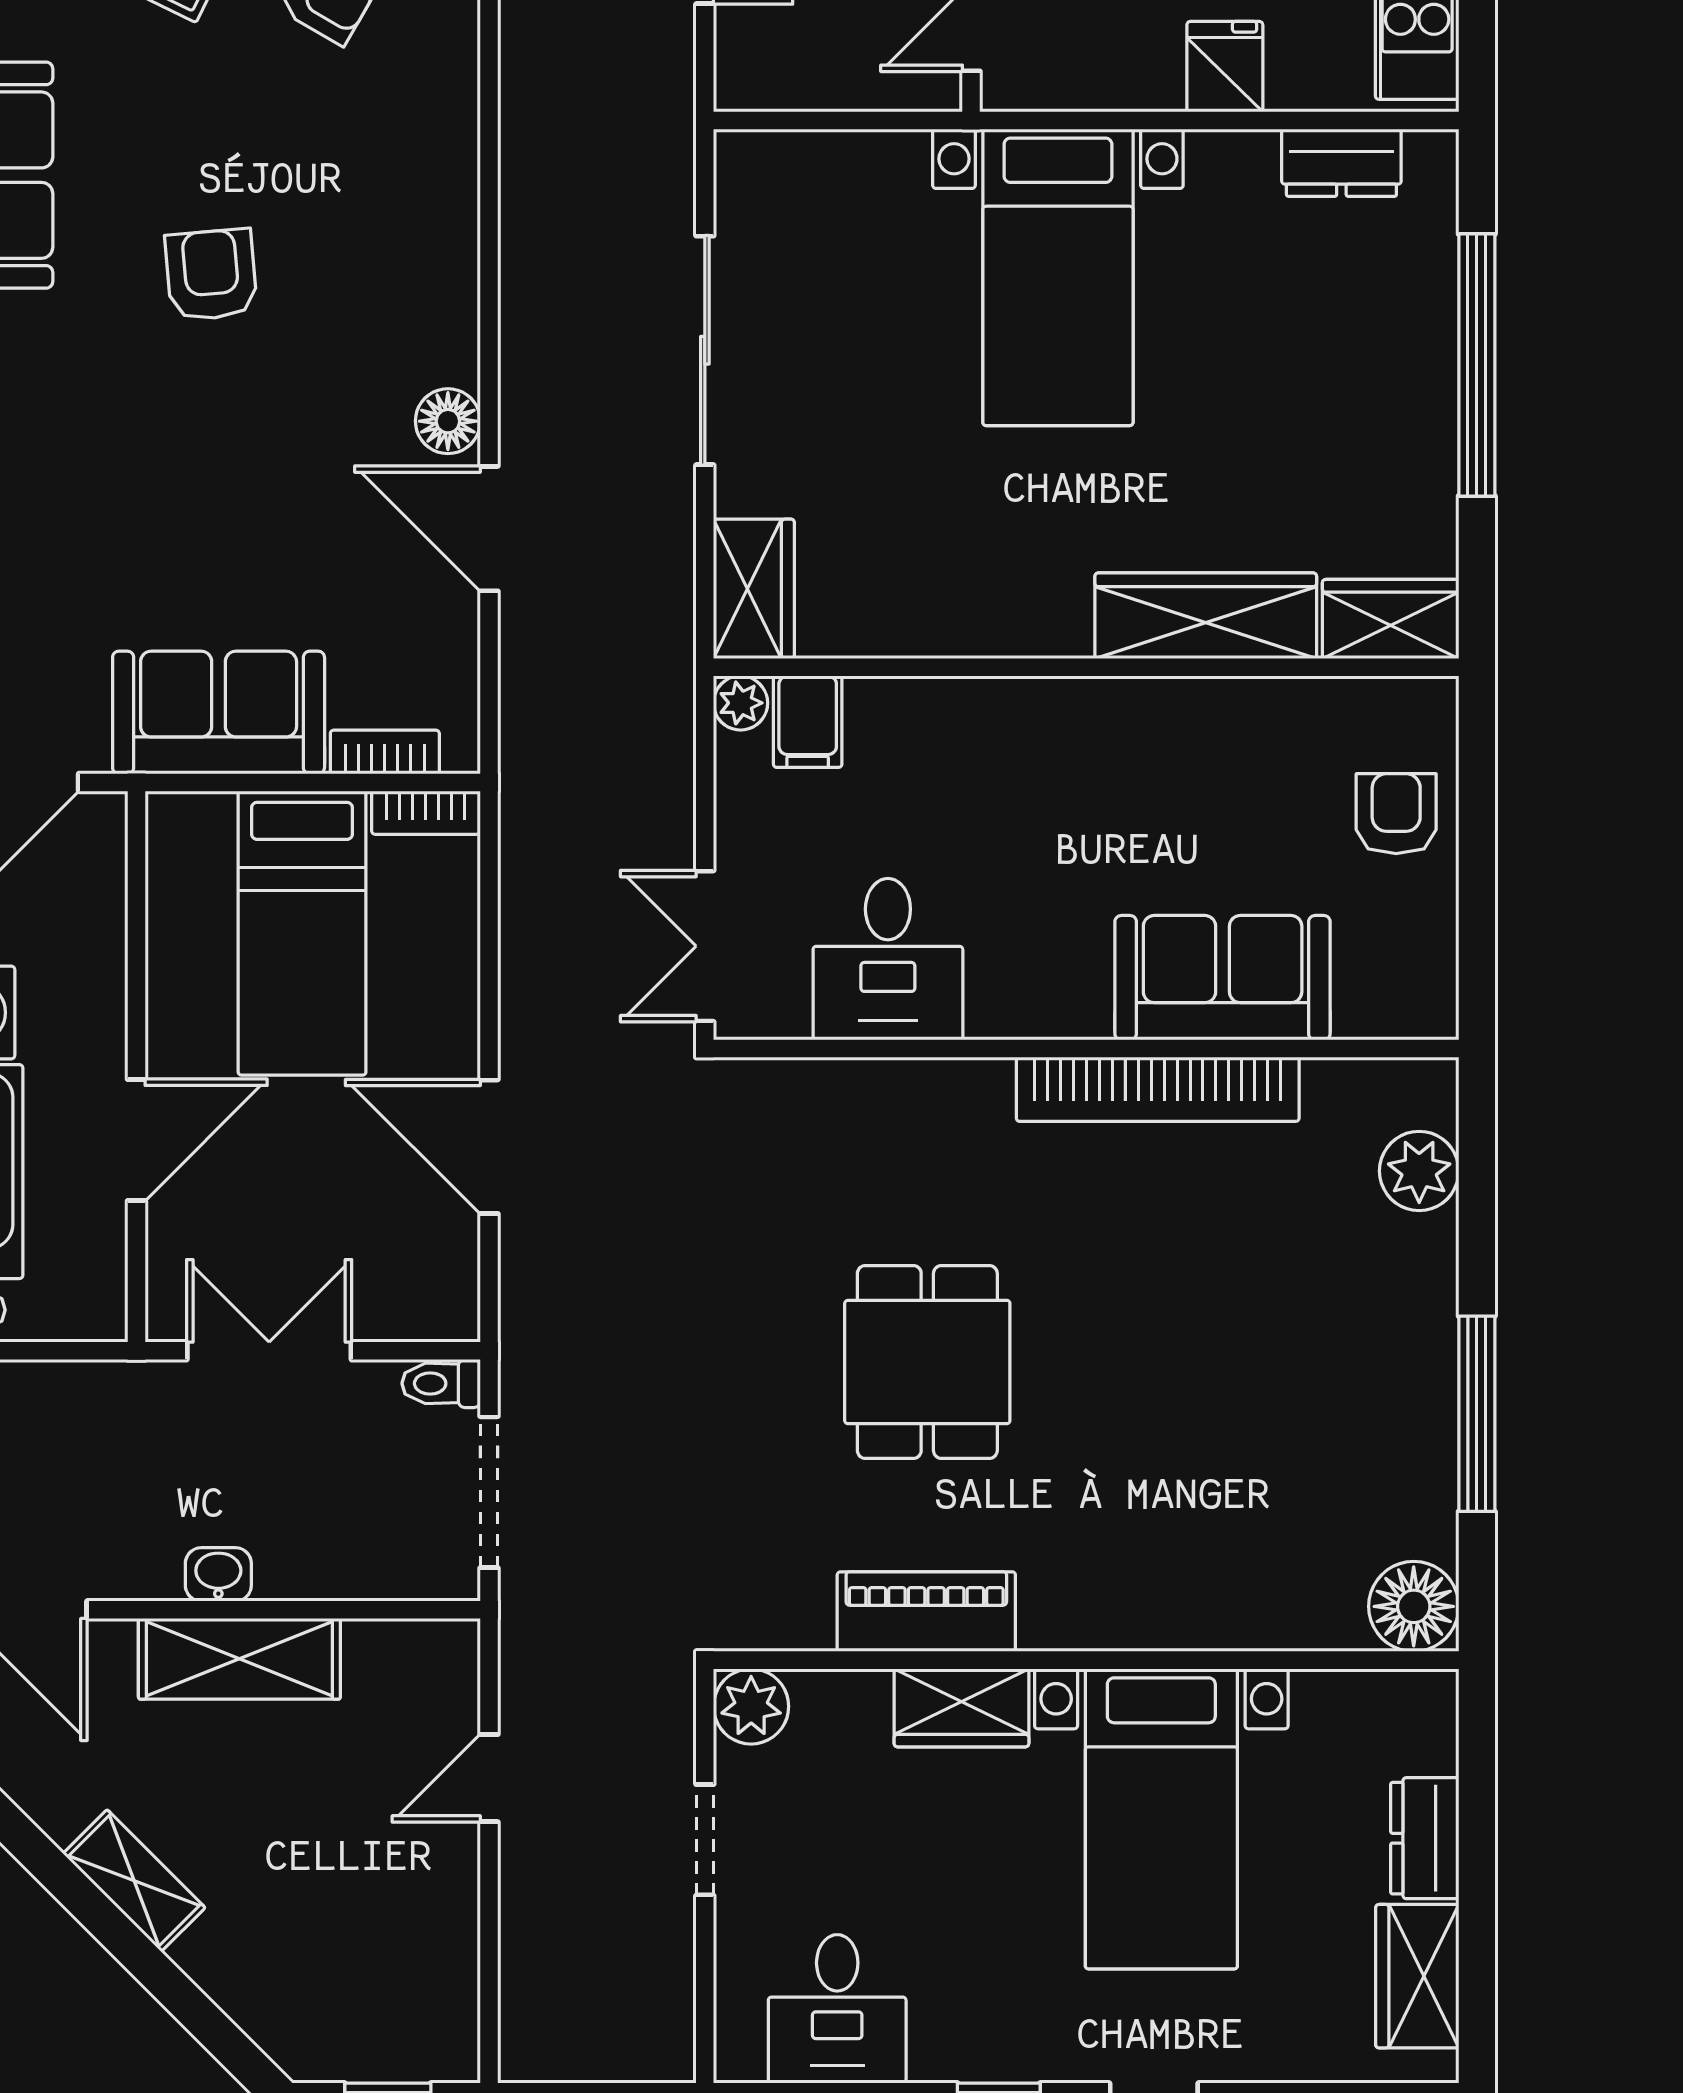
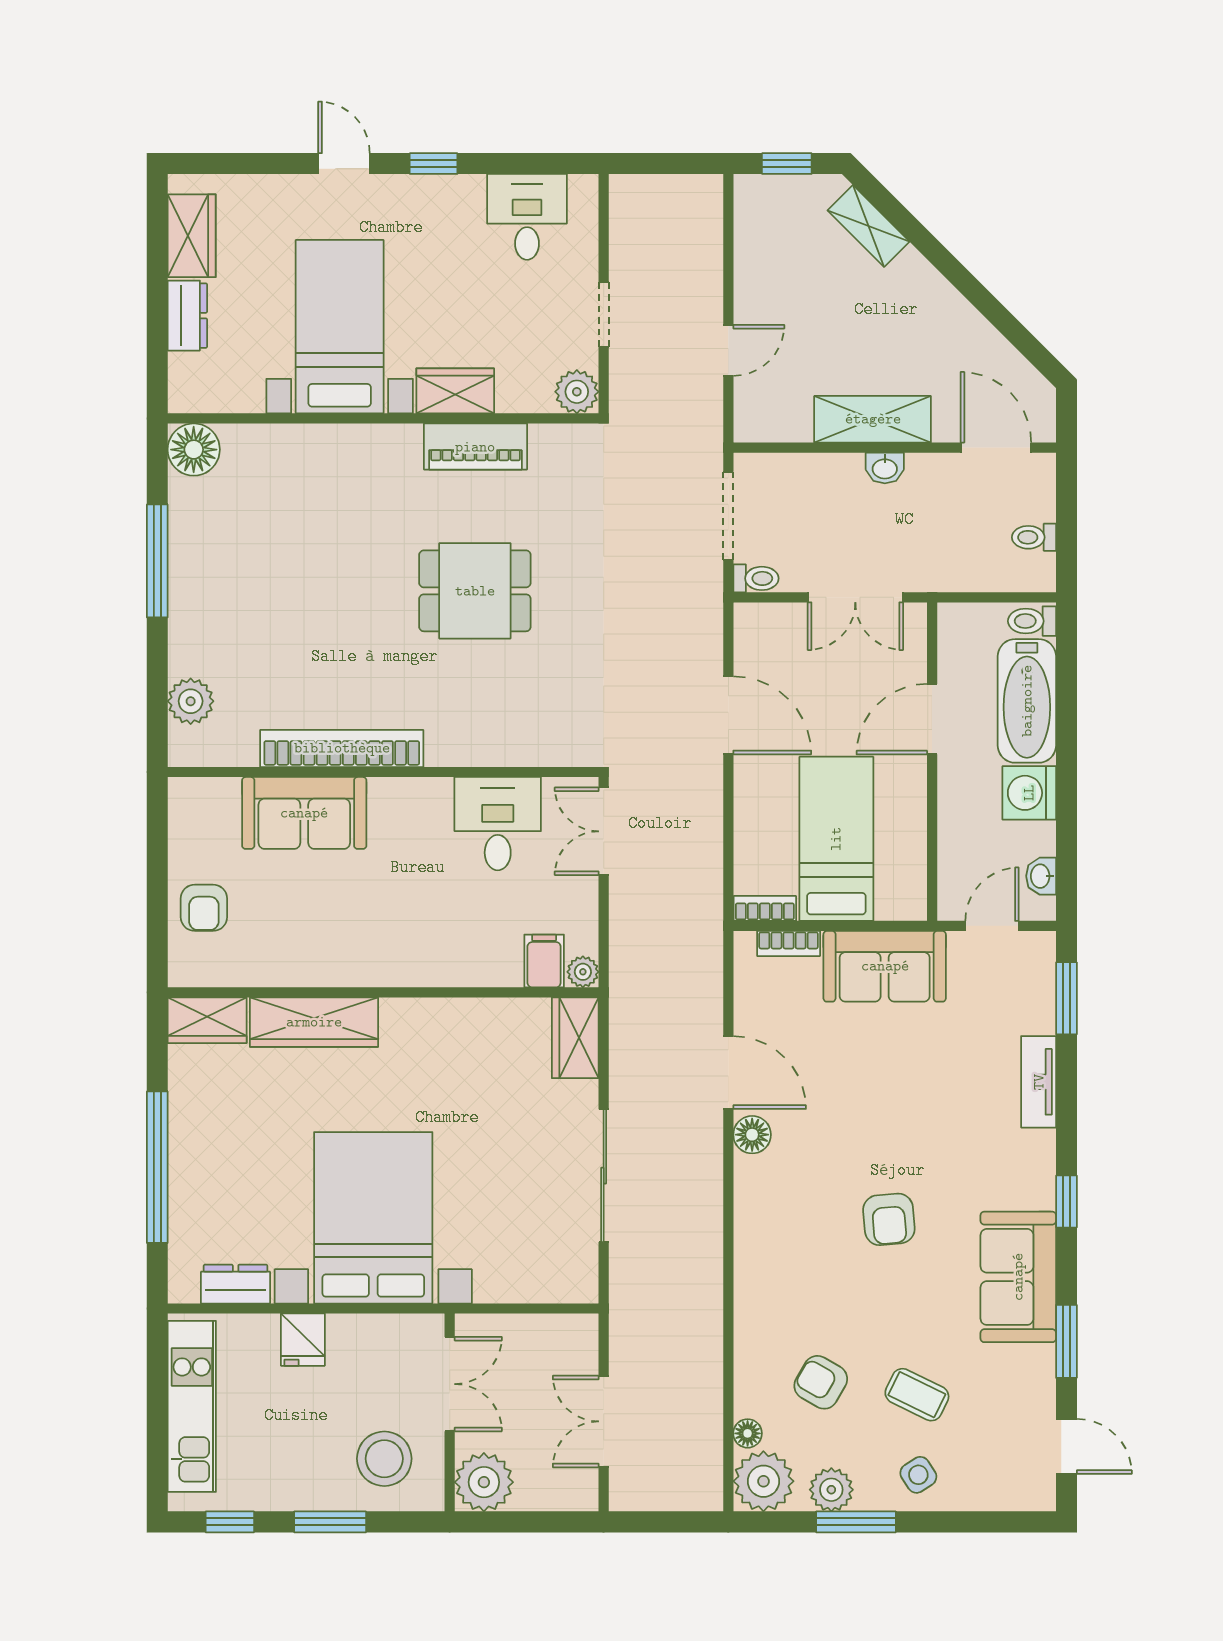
bed with nightstands: (1058, 277) -> (373, 1218), width x1.36
double door: (705, 946) -> (604, 831), swing flipped
dining table: (927, 1362) -> (475, 591), turned 90
shelving: (134, 1881) -> (868, 226), moved

